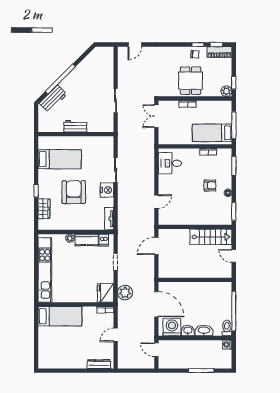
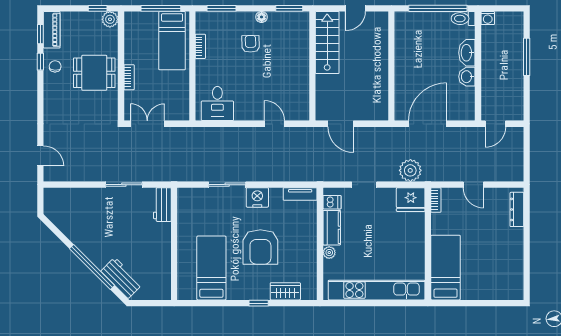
double door: (156, 116) -> (147, 124), swing flipped
workbench: (75, 126) -> (162, 205), moved
armchair: (74, 192) -> (260, 247), turned -90
washing machine: (172, 327) -> (462, 100), removed

